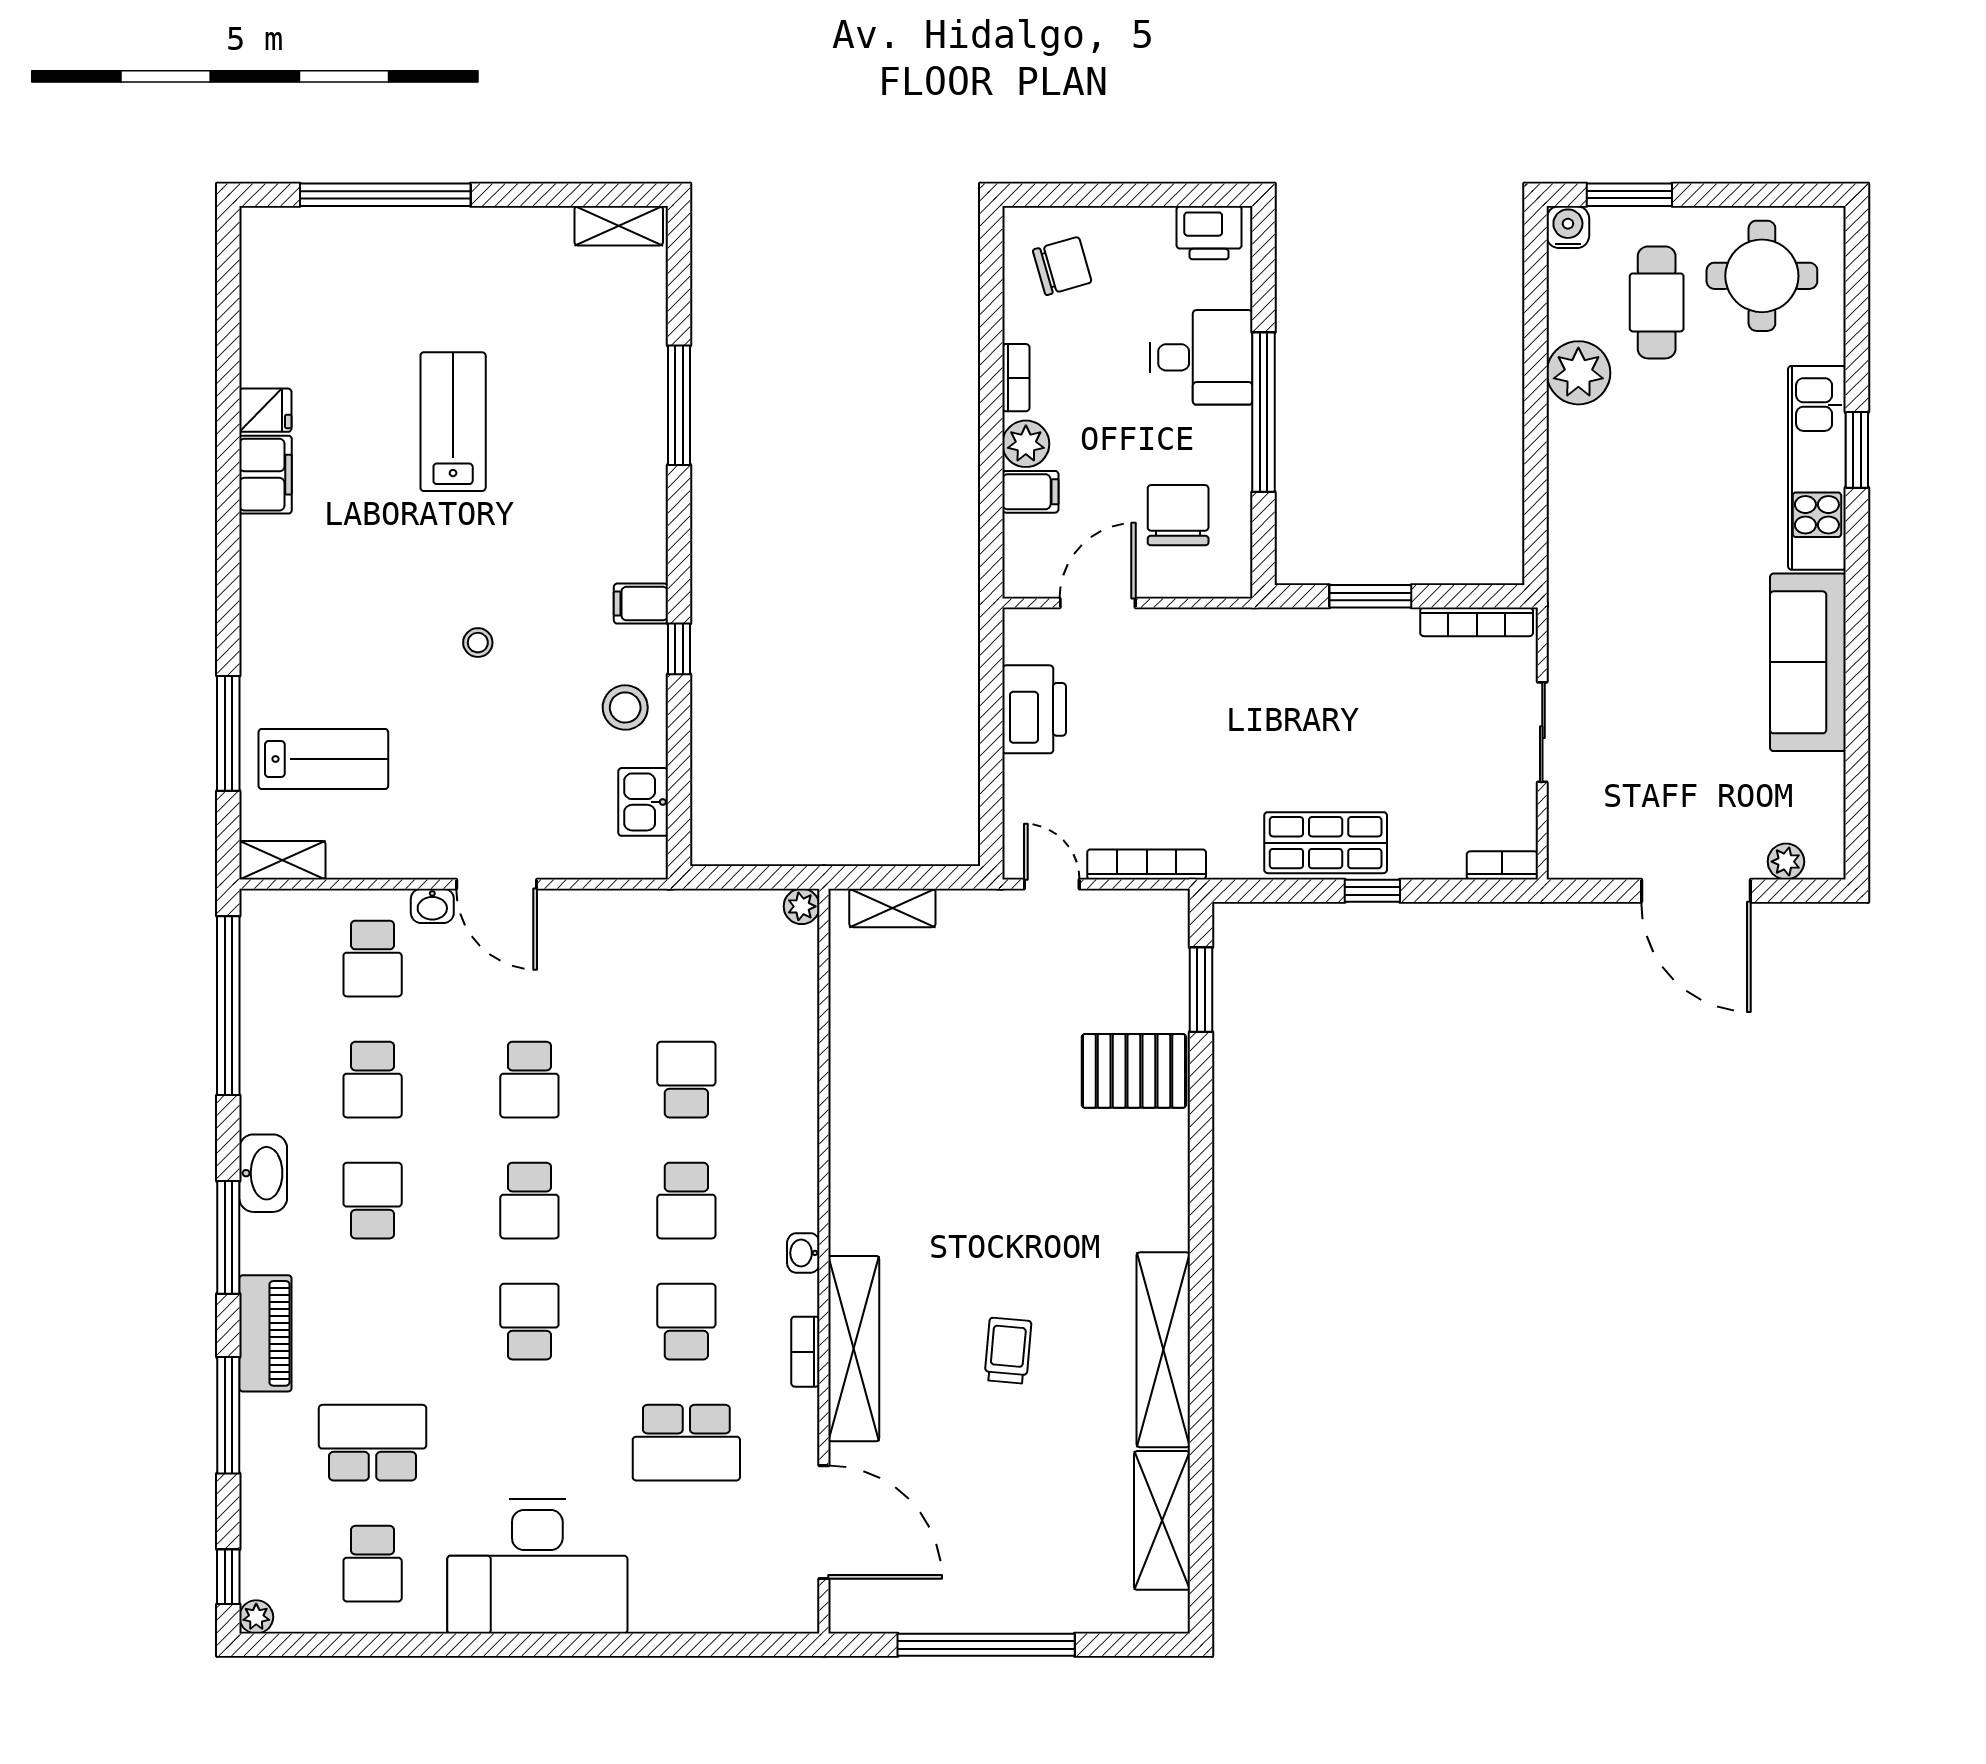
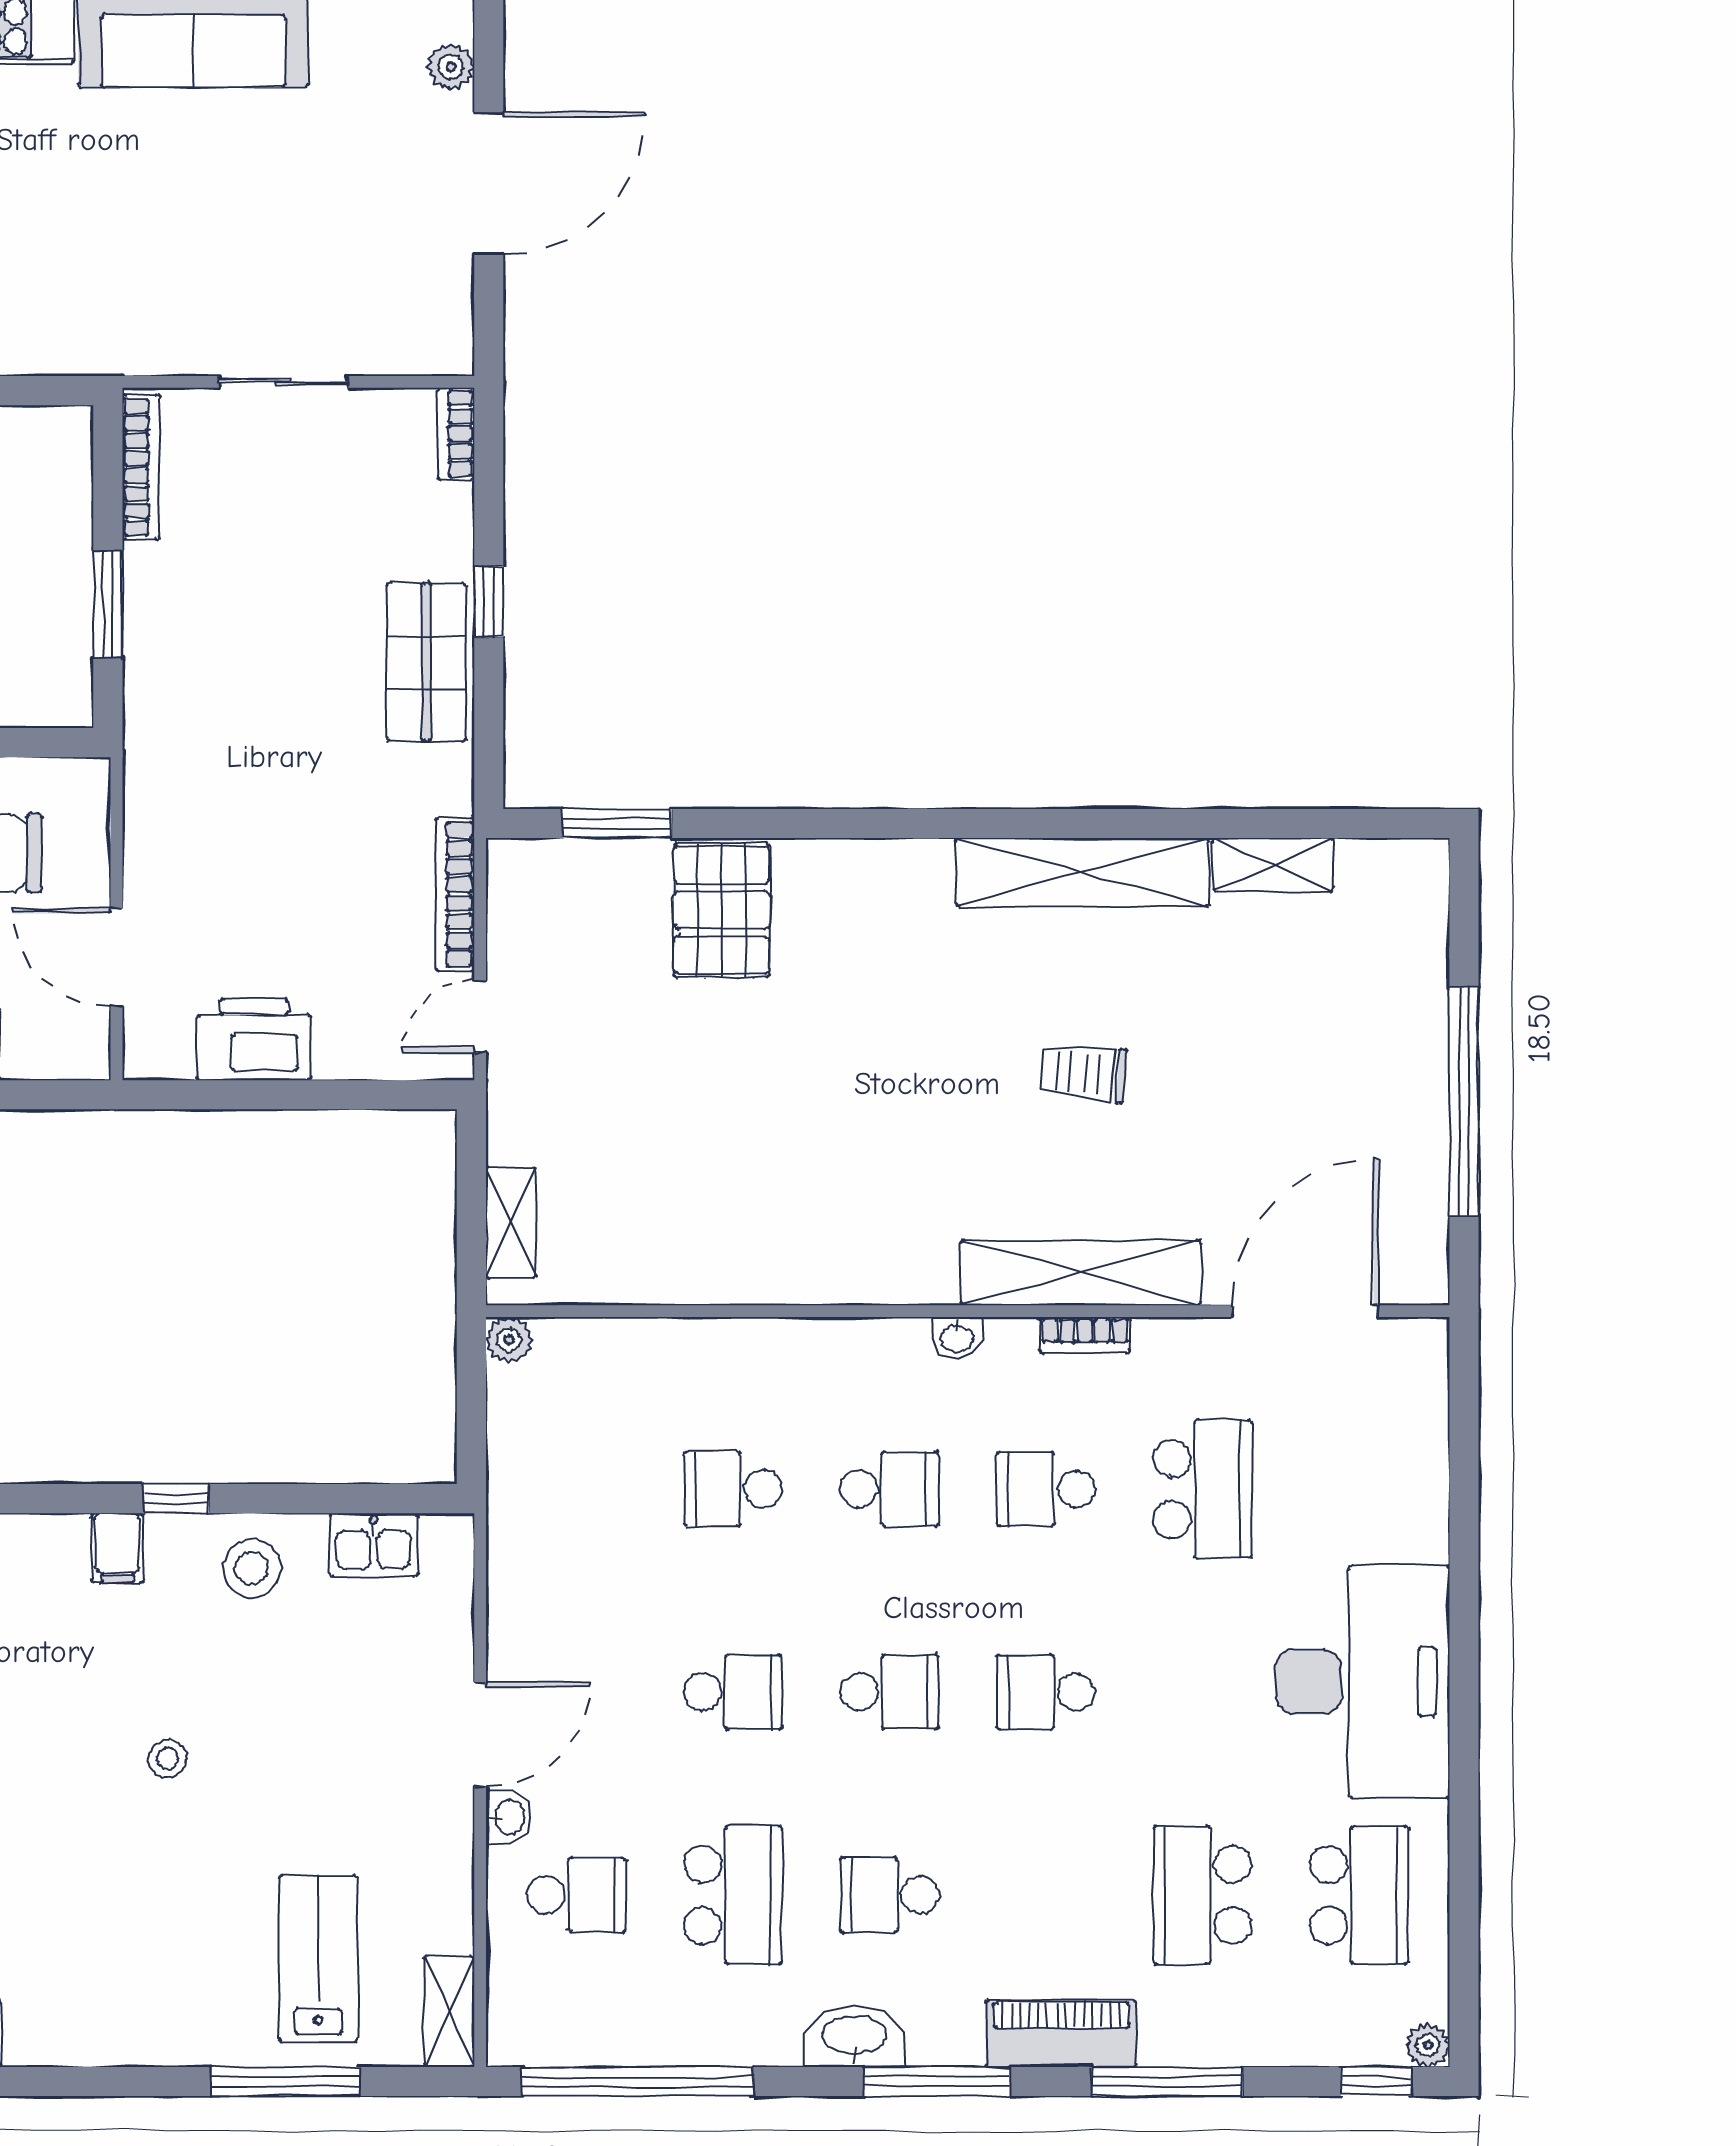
school desk: (373, 1080) -> (733, 1895), width x1.85
shelving: (1162, 1520) -> (1273, 865), width x0.67, depth x0.75
school desk: (373, 1564) -> (1359, 1895), width x1.85

